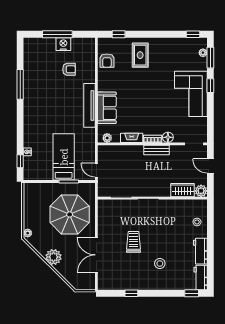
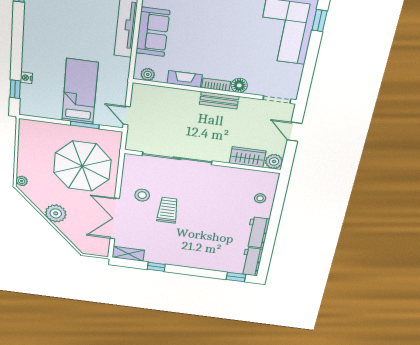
stool: (160, 263) -> (142, 195), moved
shelving: (109, 285) -> (128, 254), added

